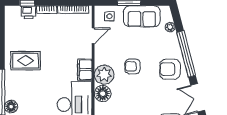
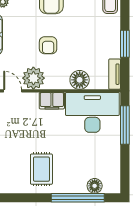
plant: (104, 75) -> (33, 78), moved

